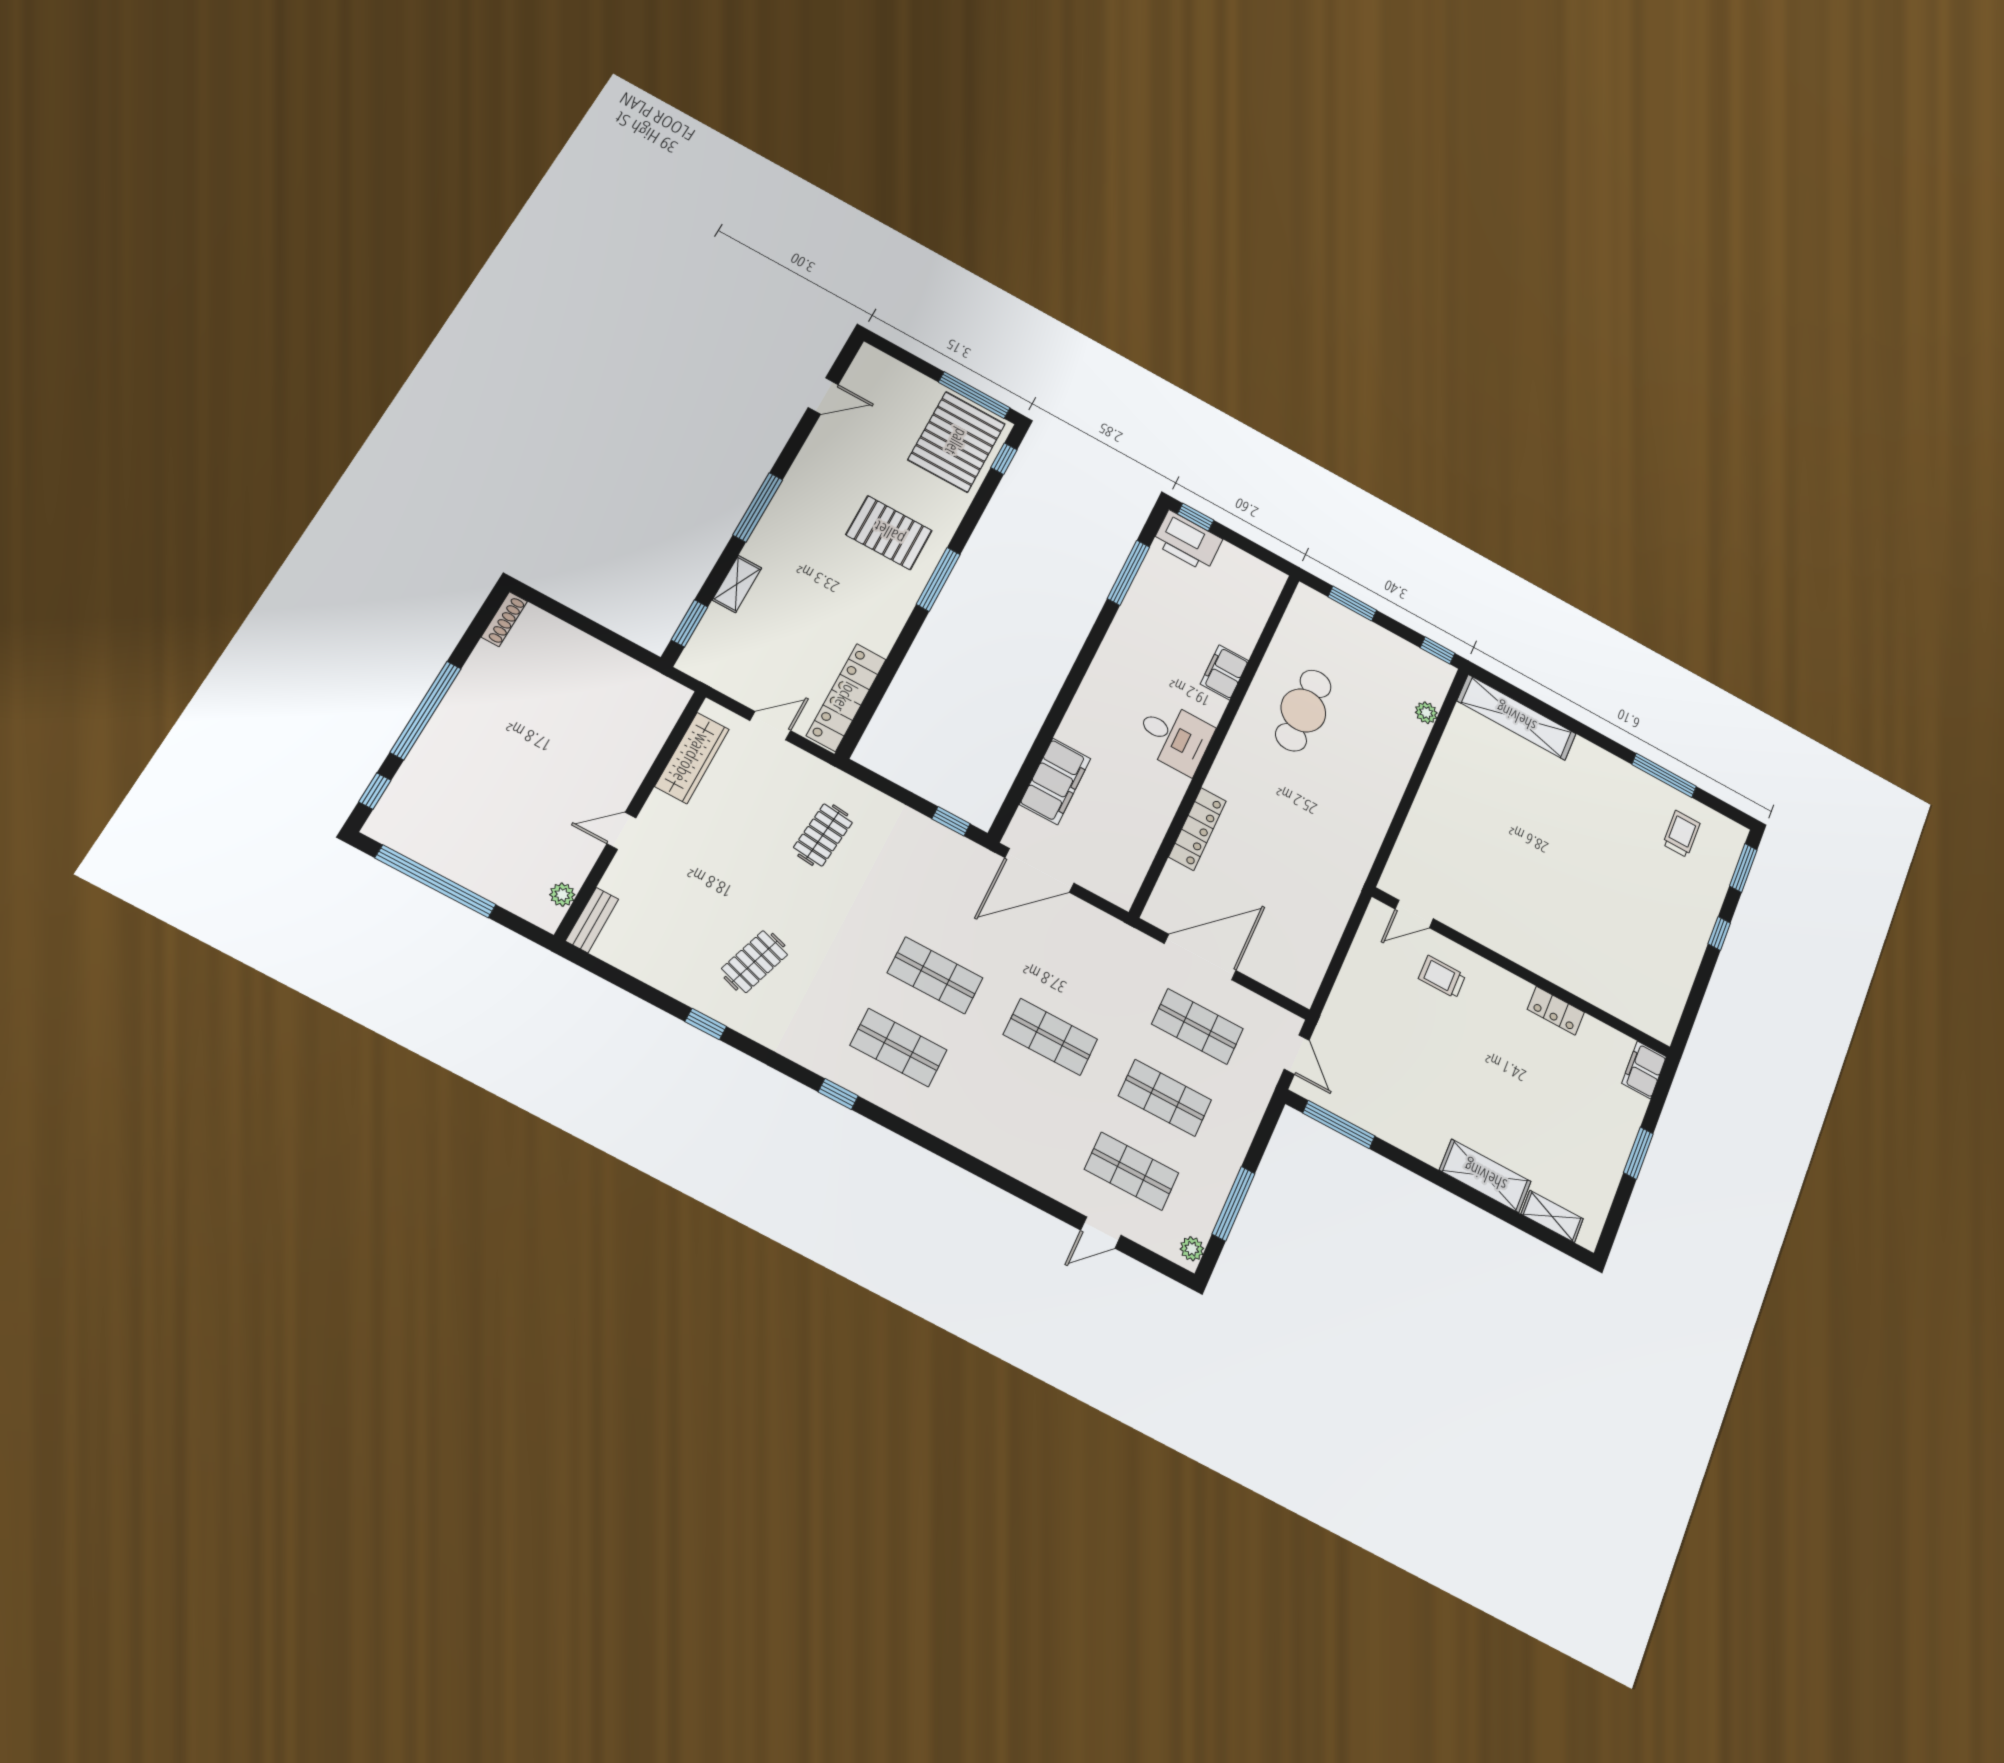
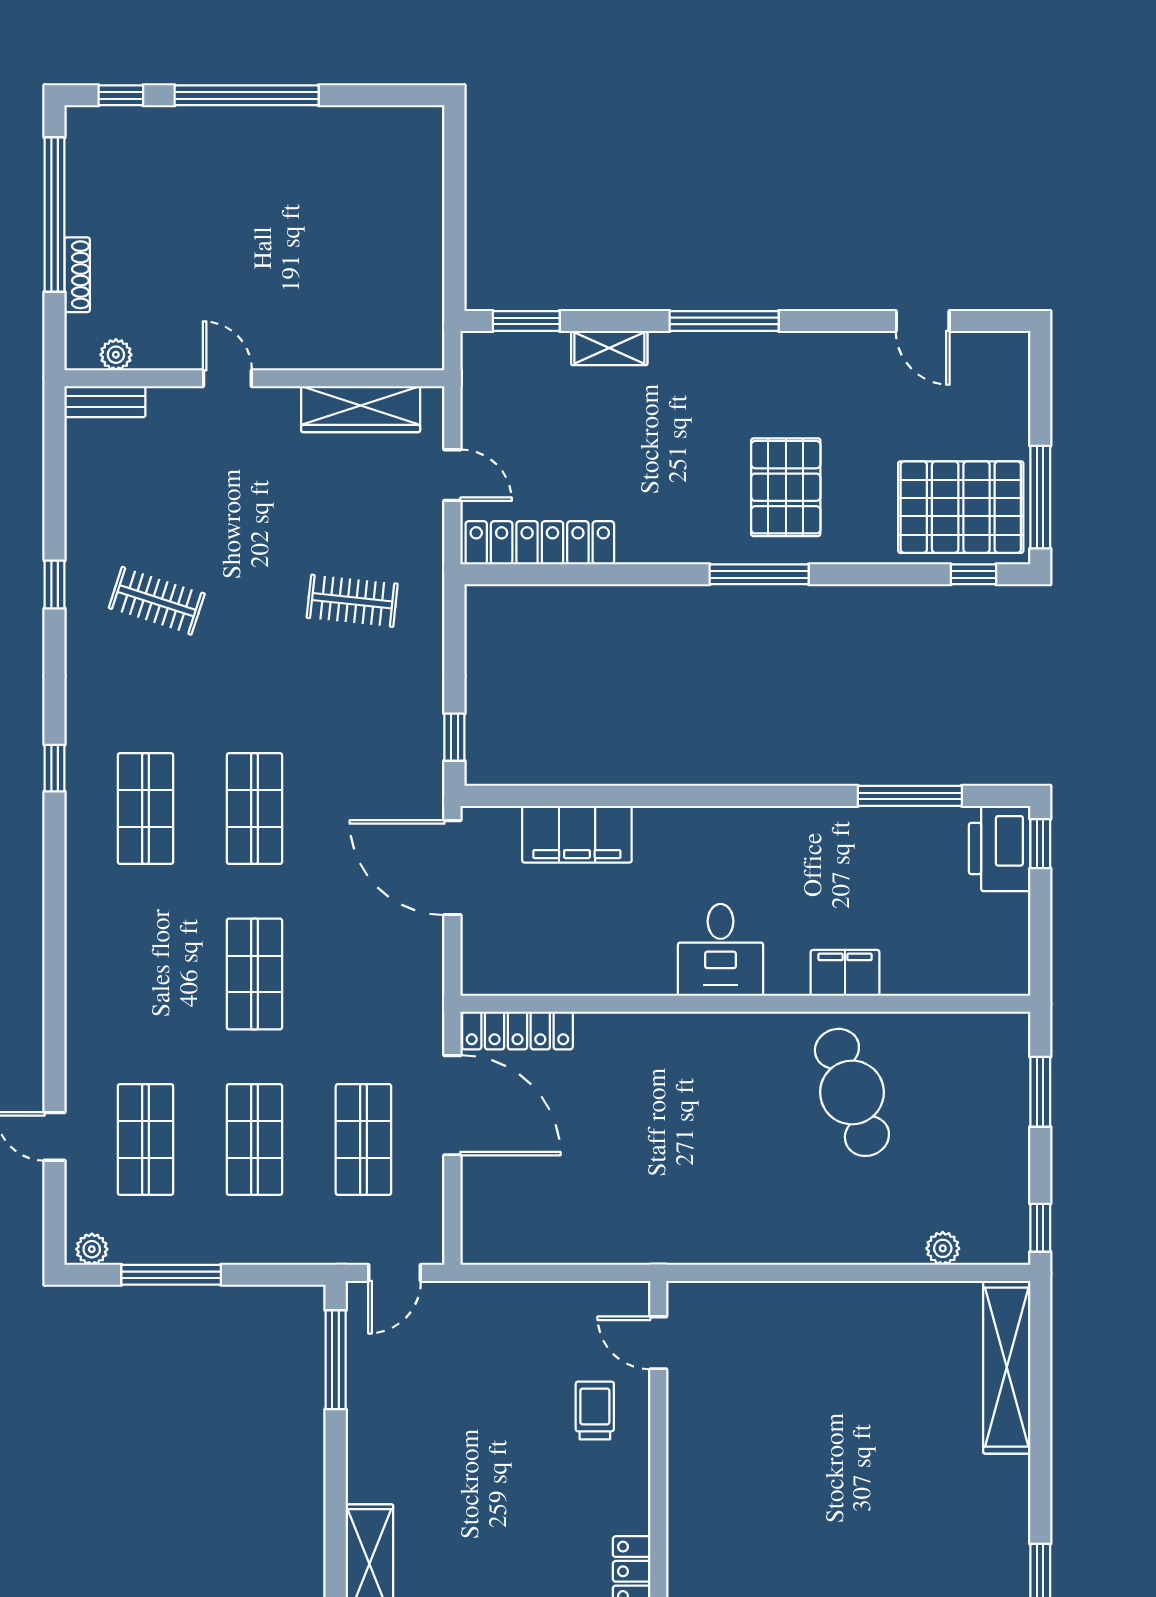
shoe rack: (504, 619) -> (77, 275), moved, turned -90
cafe table: (1303, 710) -> (852, 1092), turned 71
locker: (1197, 829) -> (517, 1031), moved

